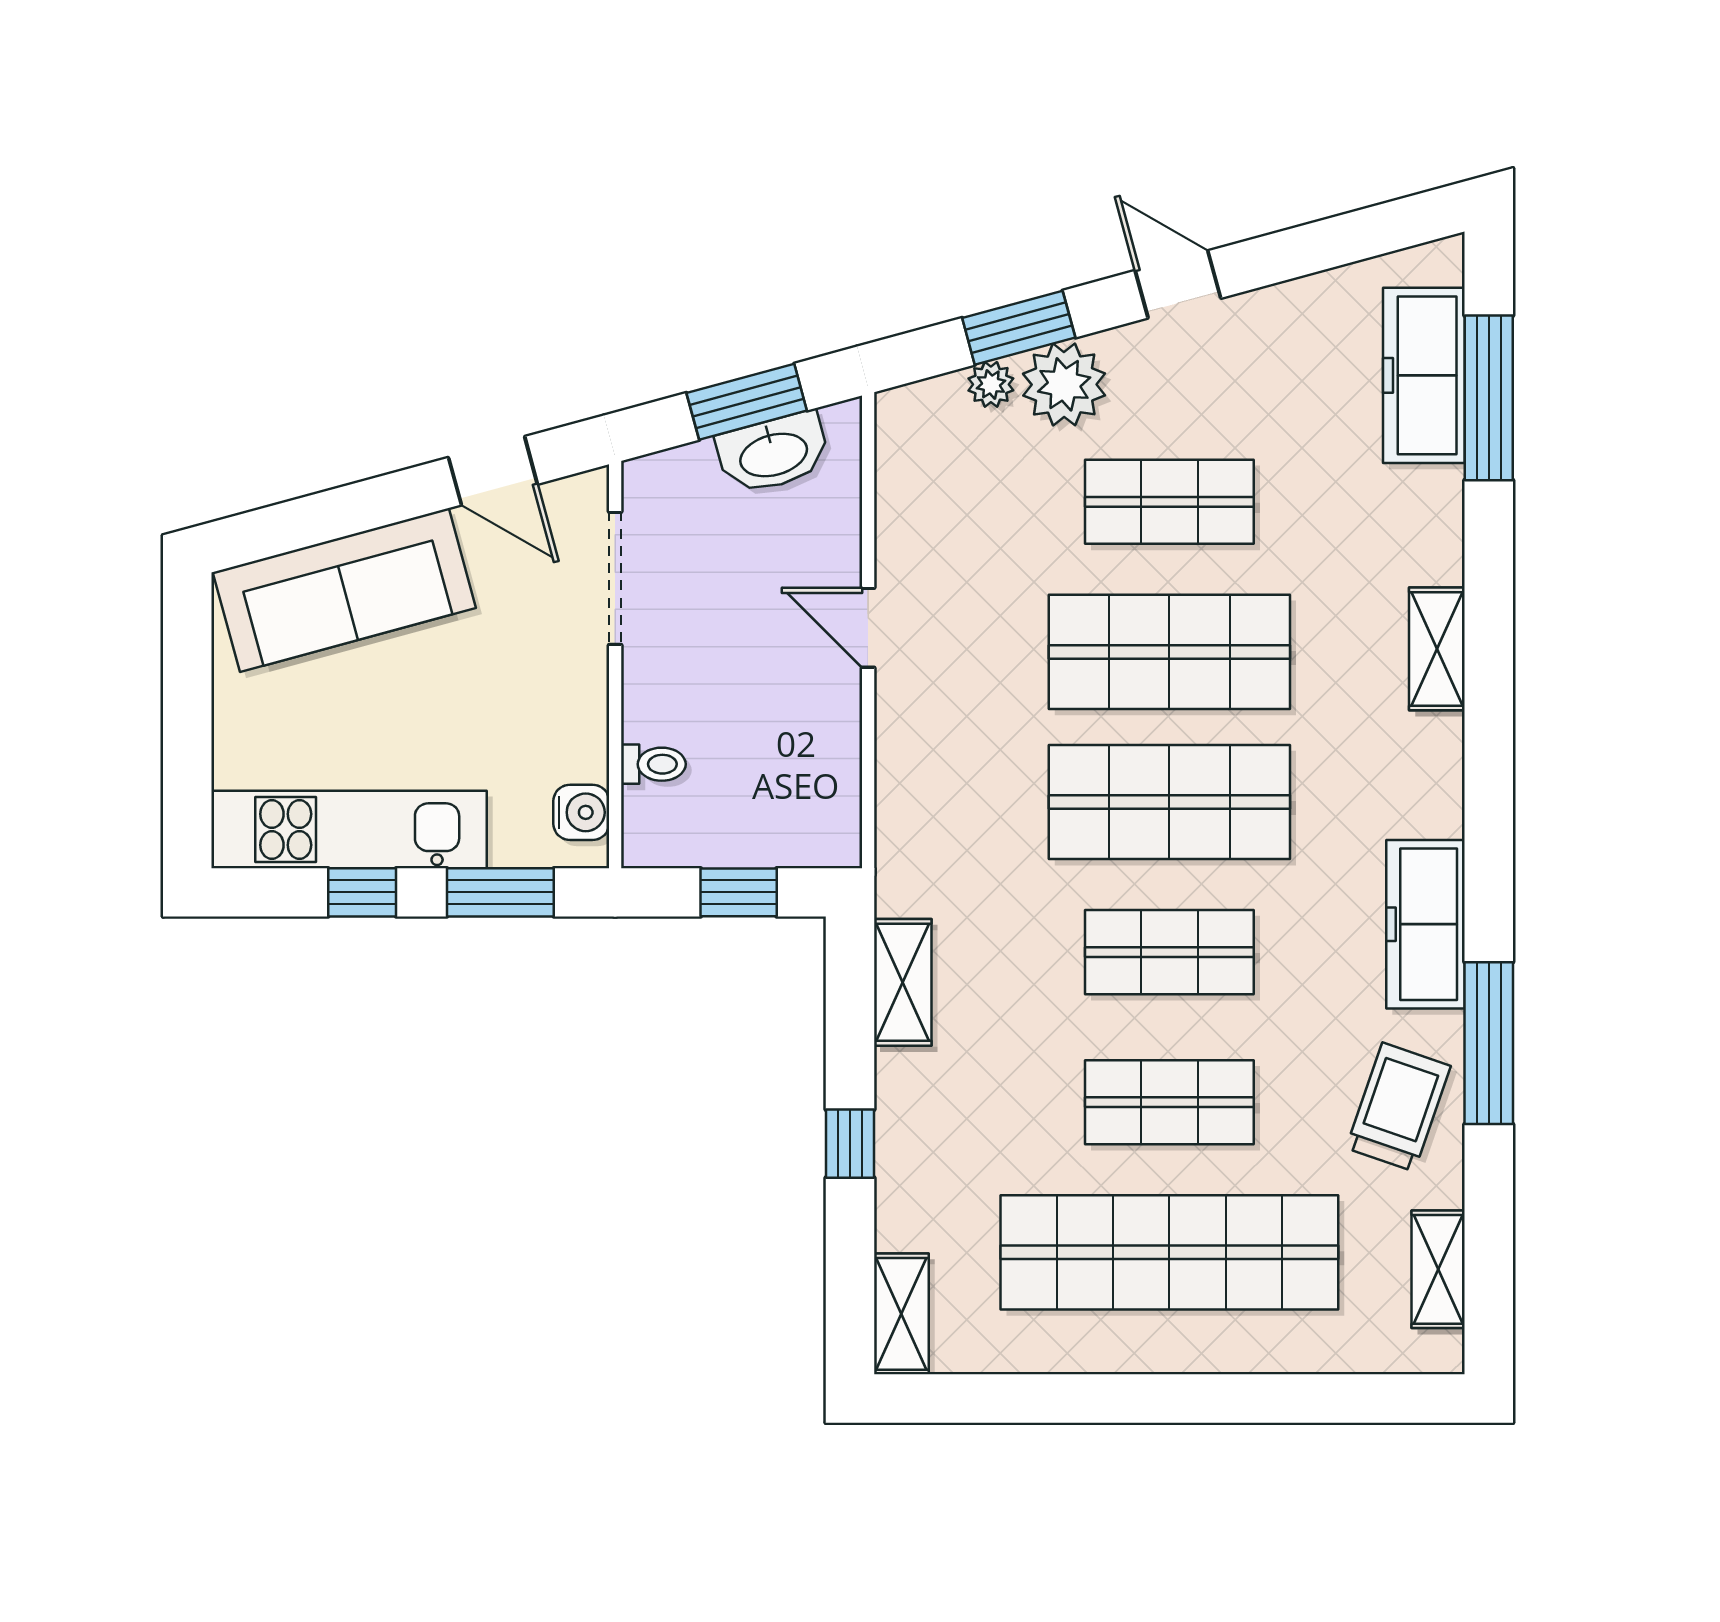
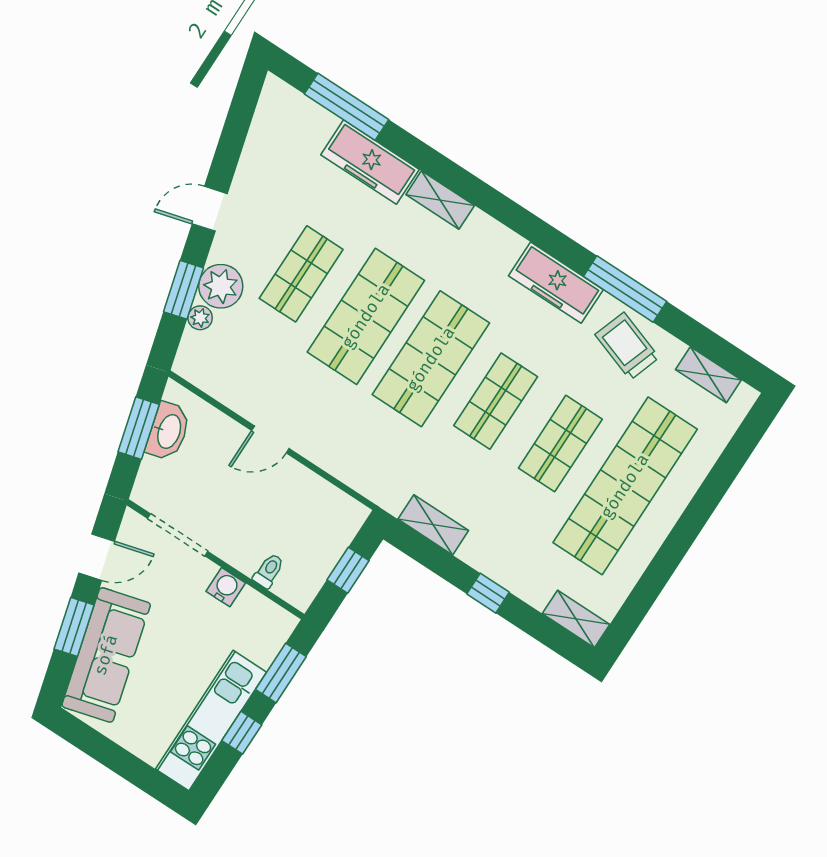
freezer: (1424, 375) -> (370, 162), moved
window: (356, 508) -> (74, 627), added
water cooler: (581, 812) -> (226, 587), moved

